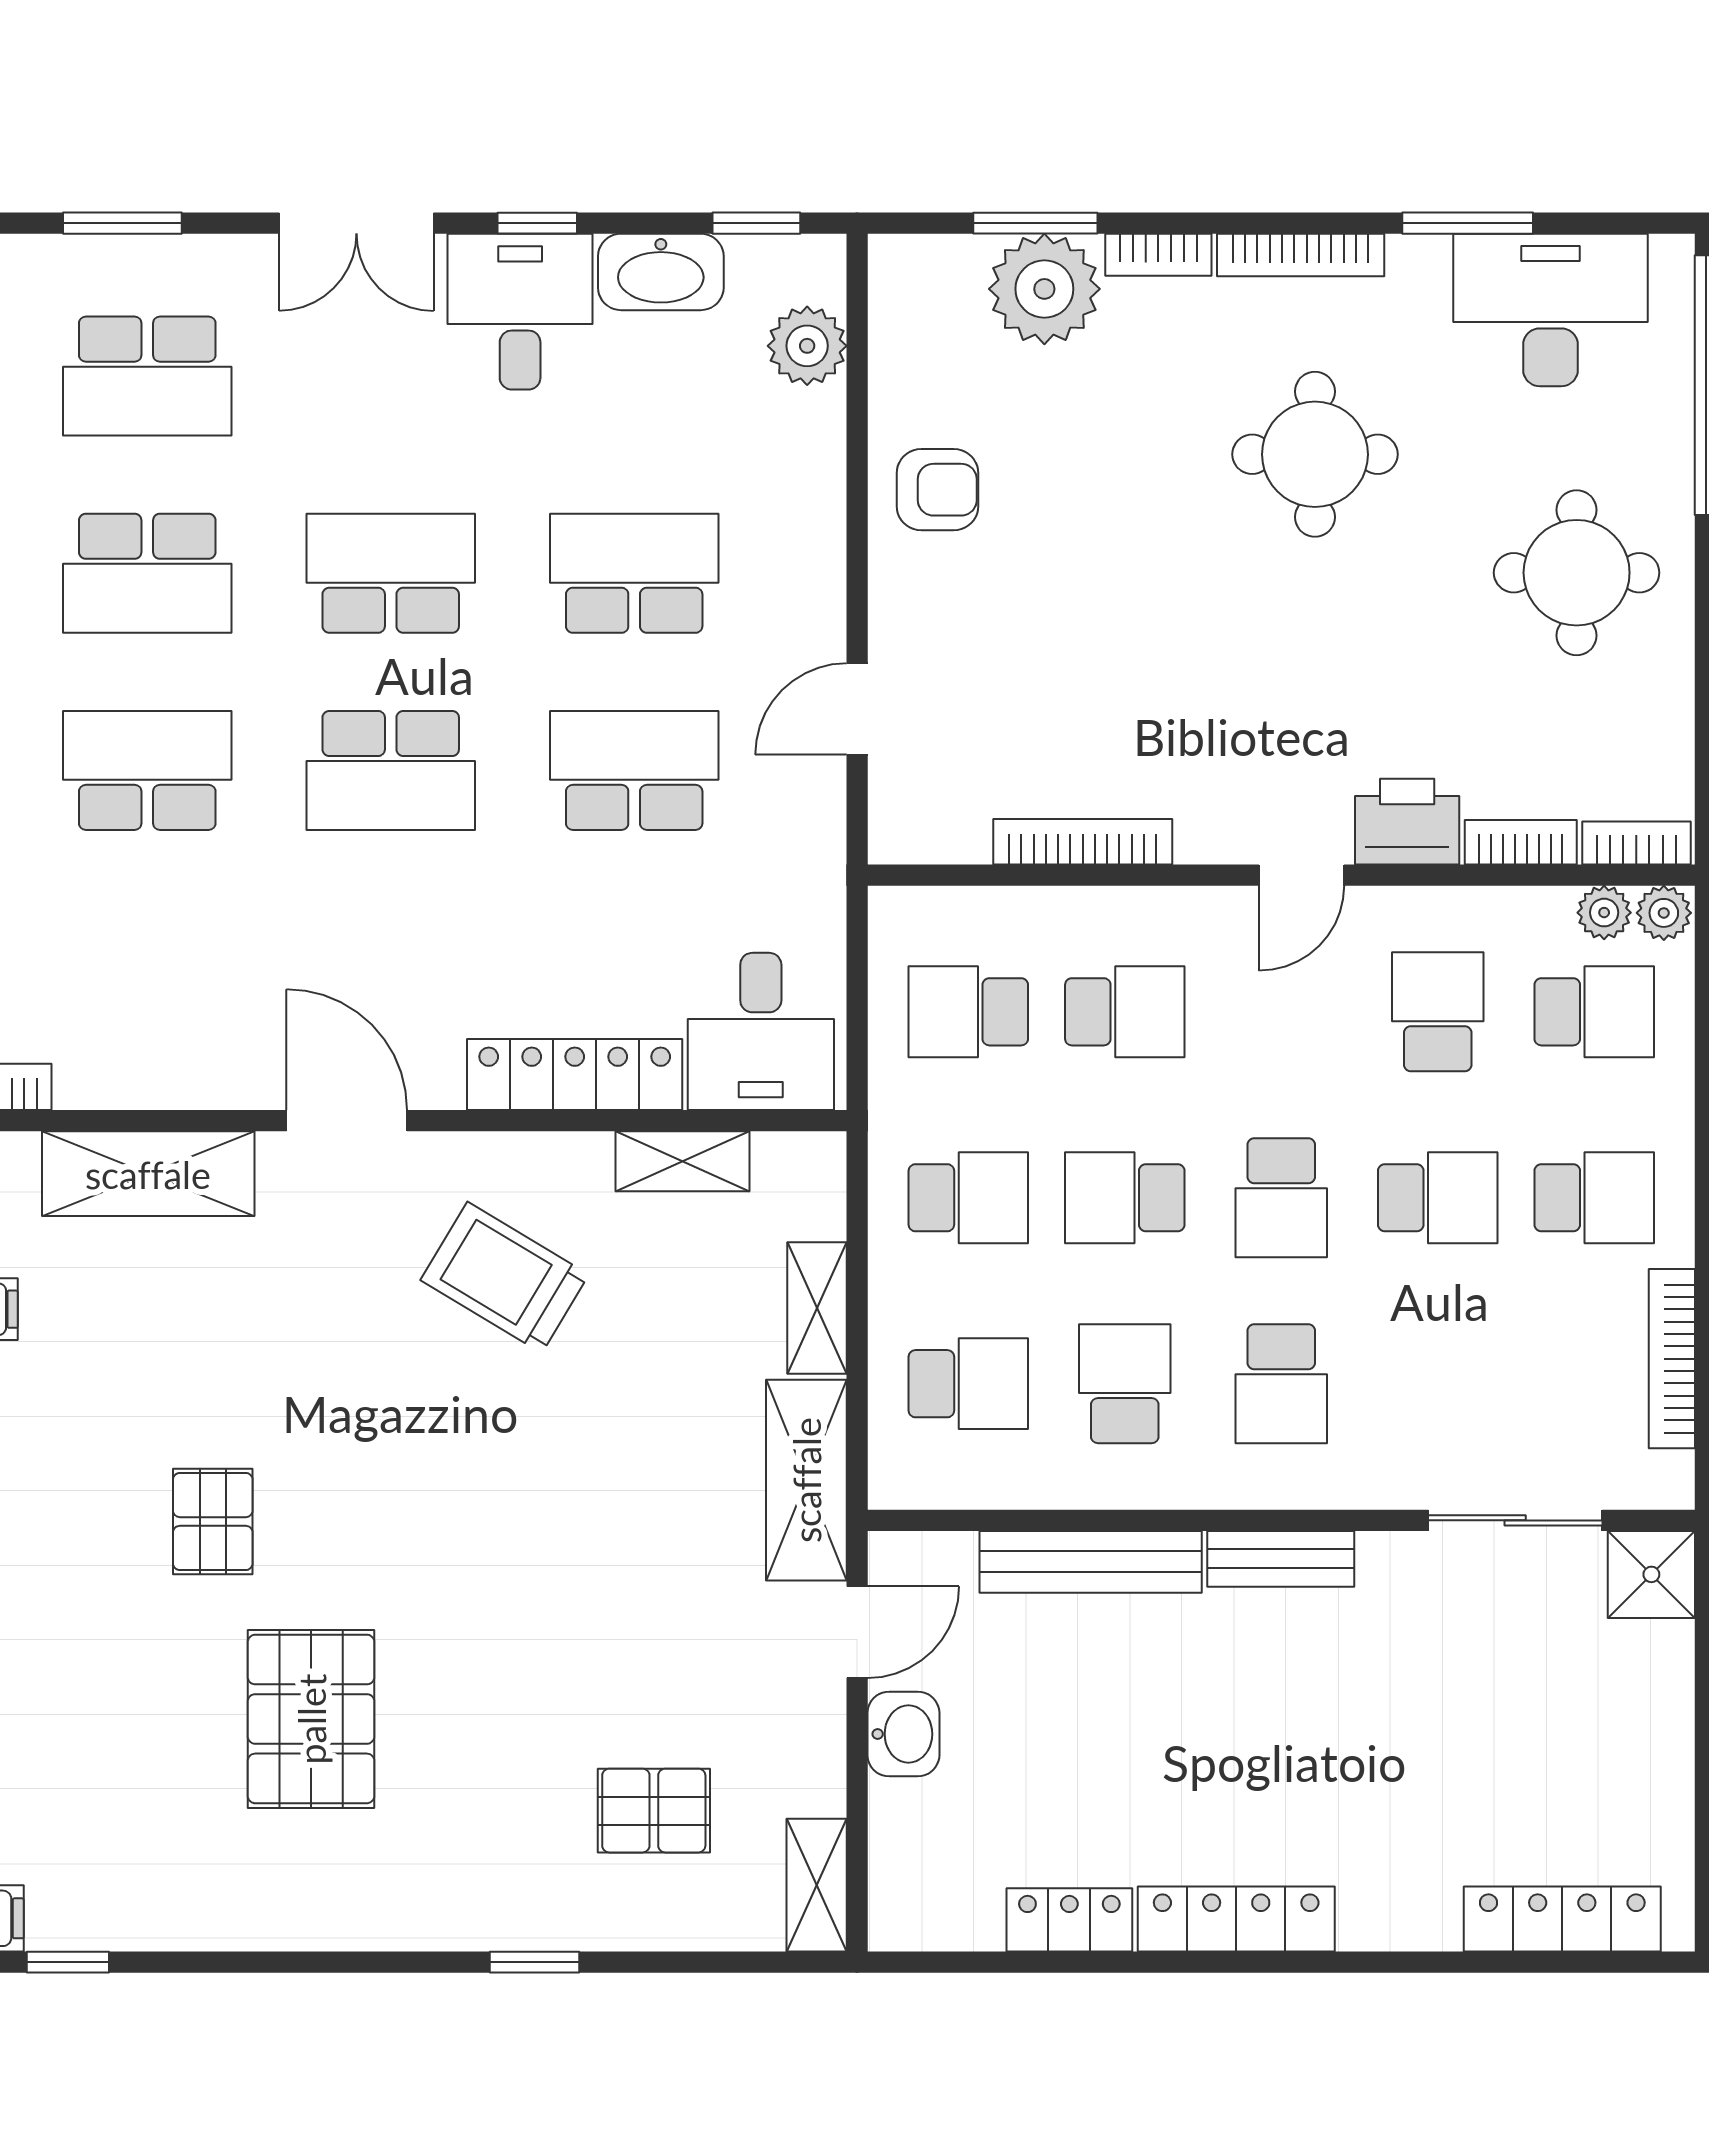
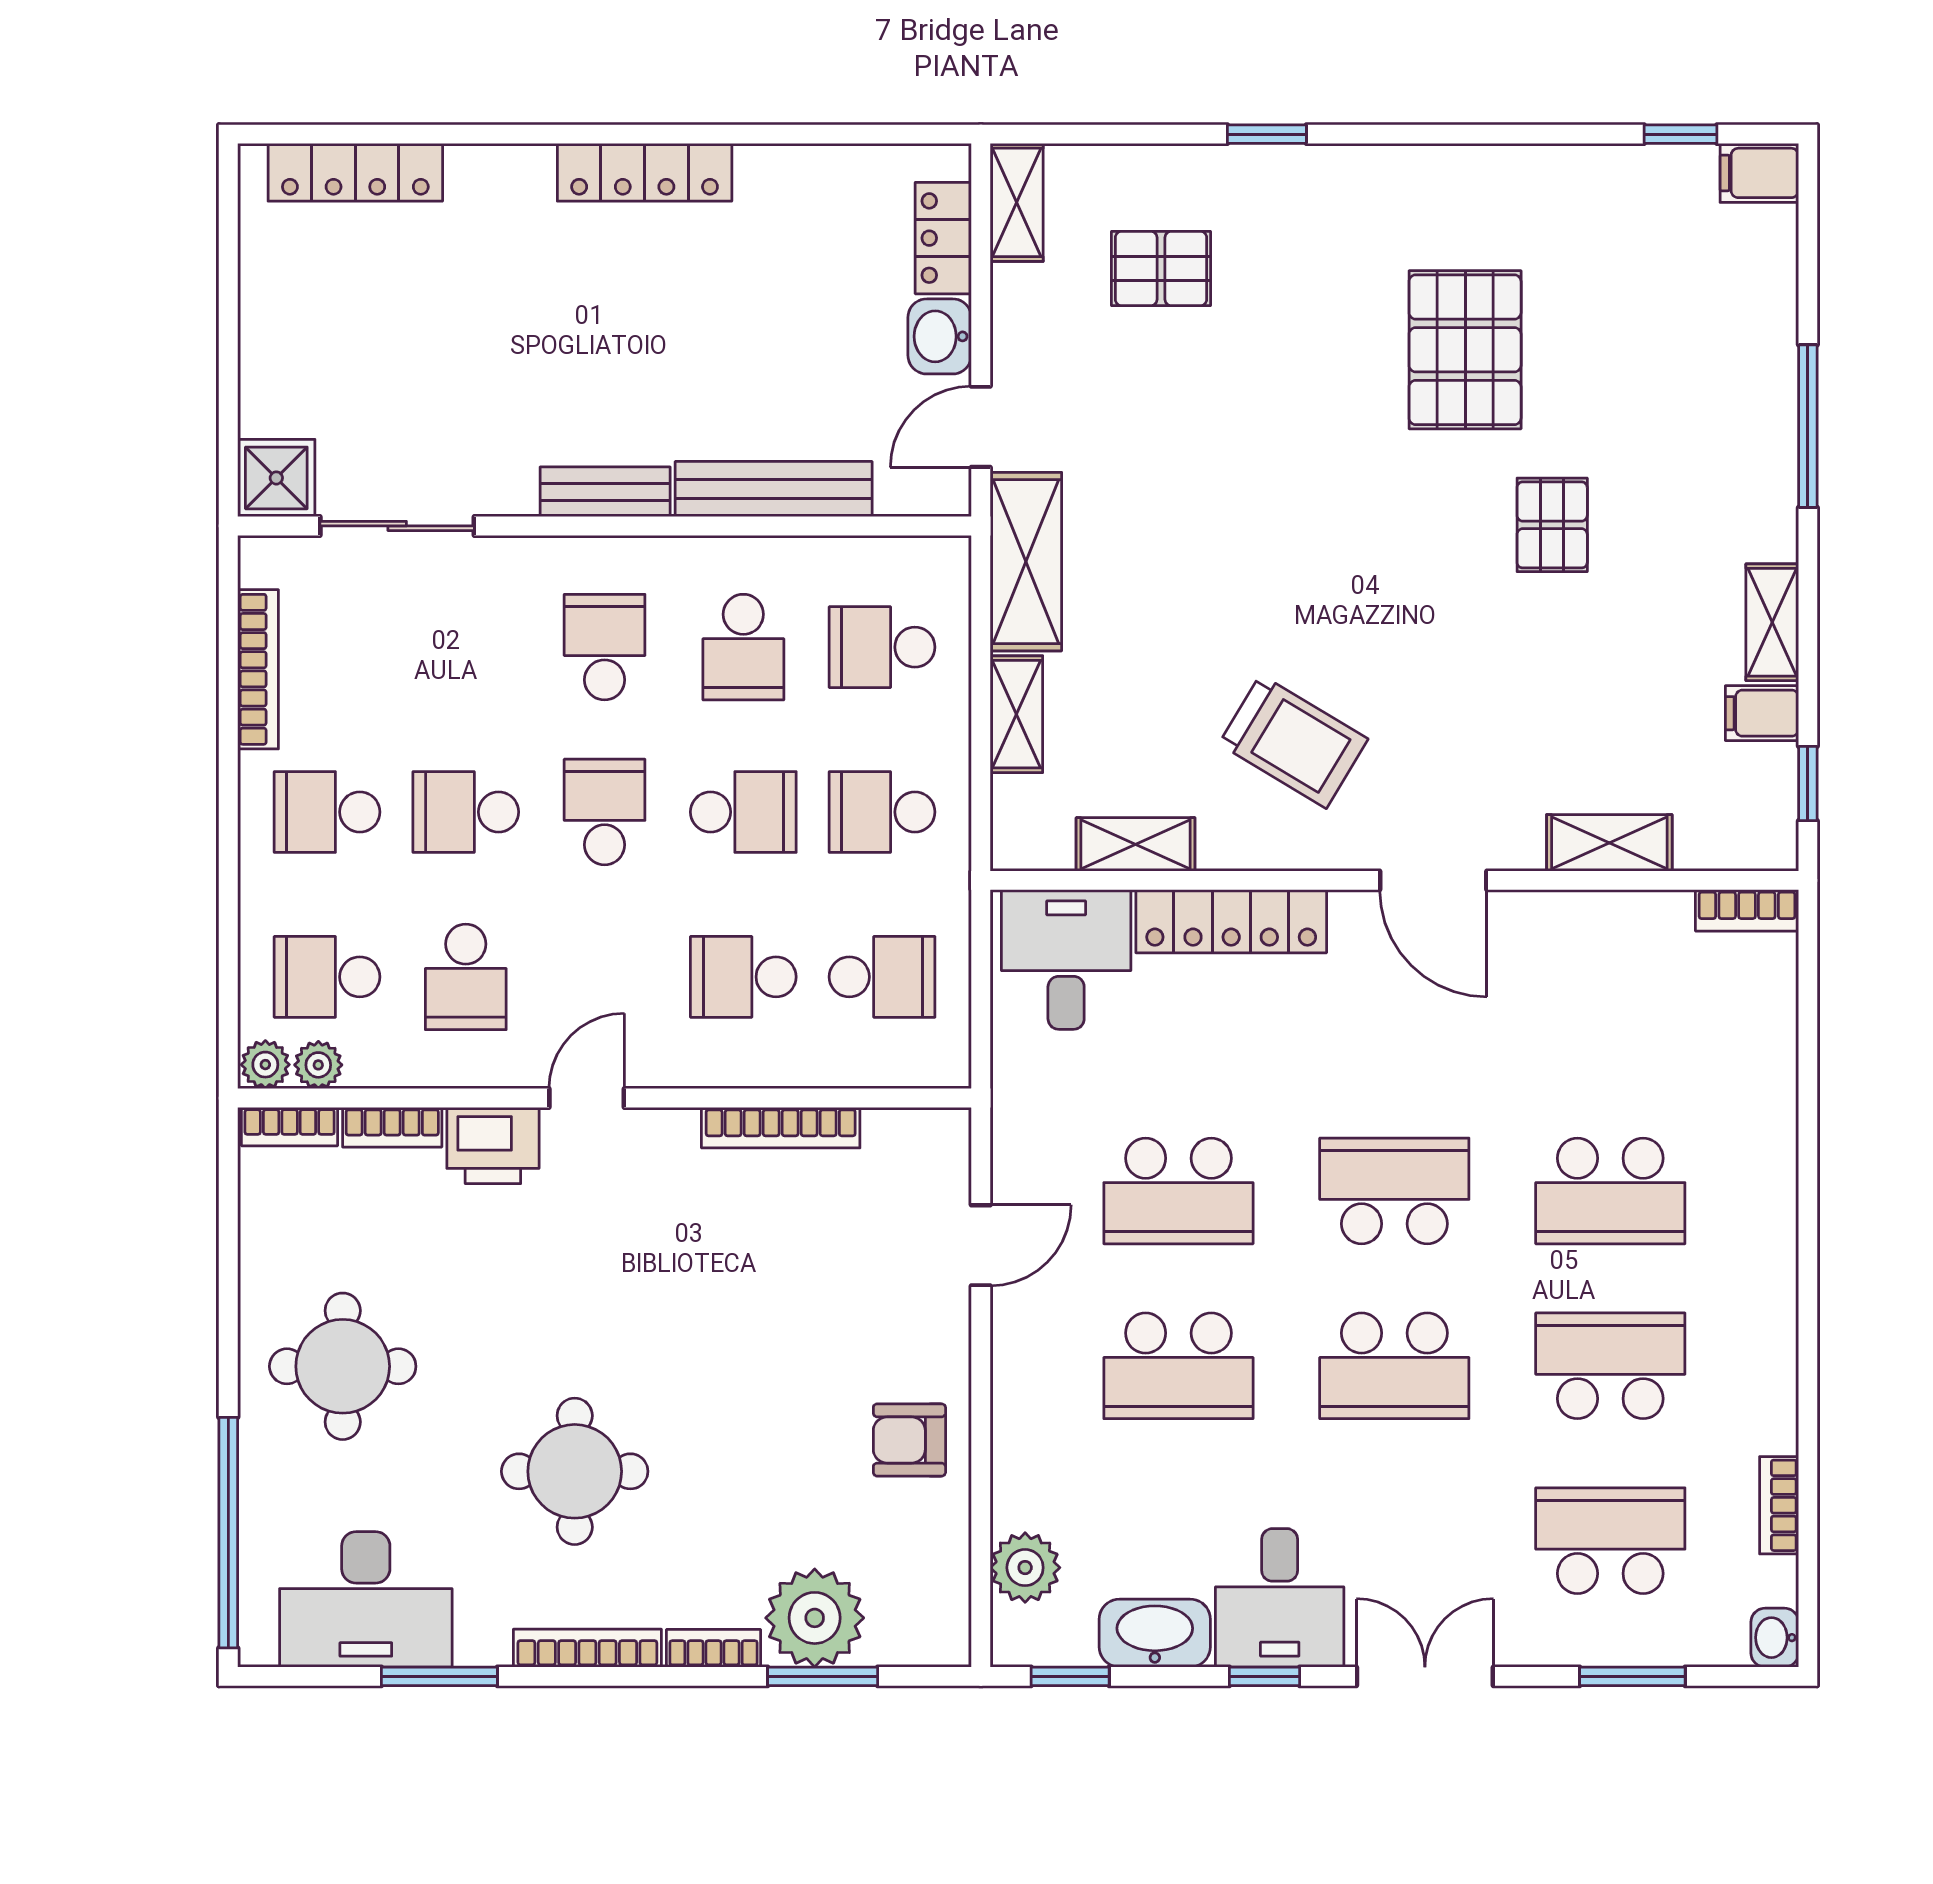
shelving: (148, 1174) -> (1609, 843), width x0.67, depth x0.75
locker: (1069, 1920) -> (943, 238), moved, turned 90

